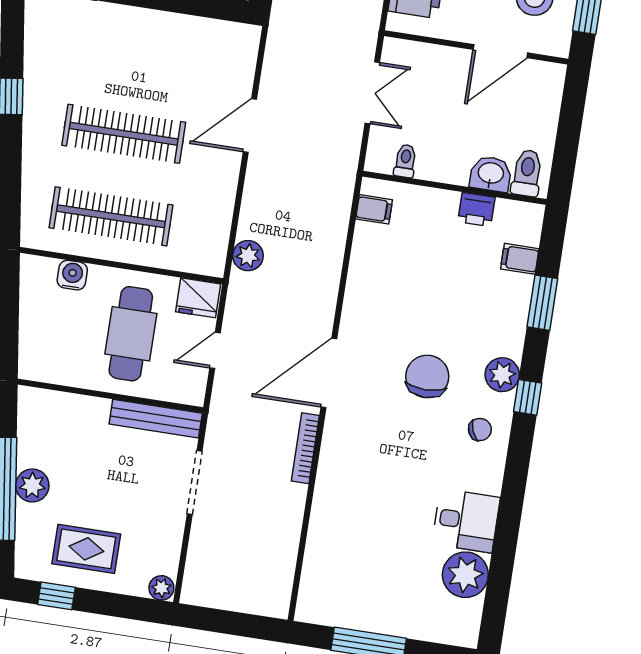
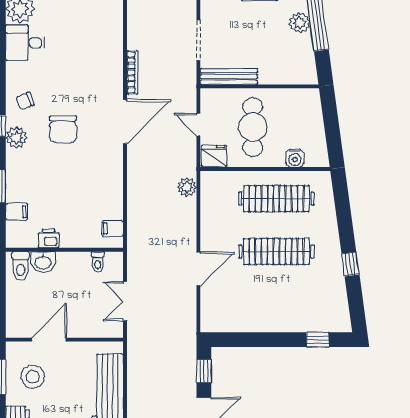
door: (215, 350) -> (198, 125), swing flipped

